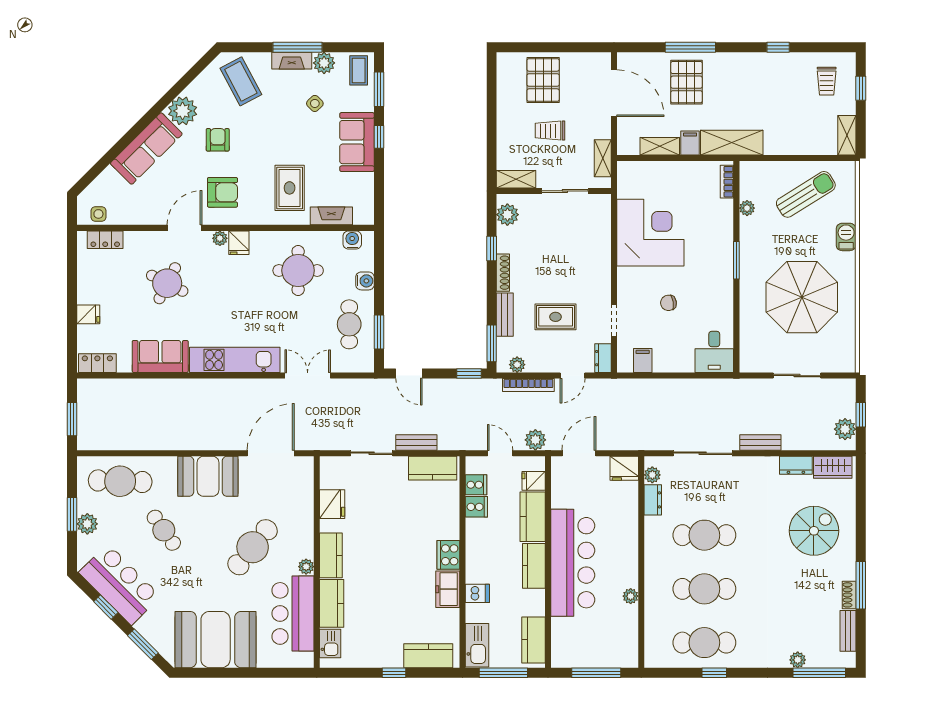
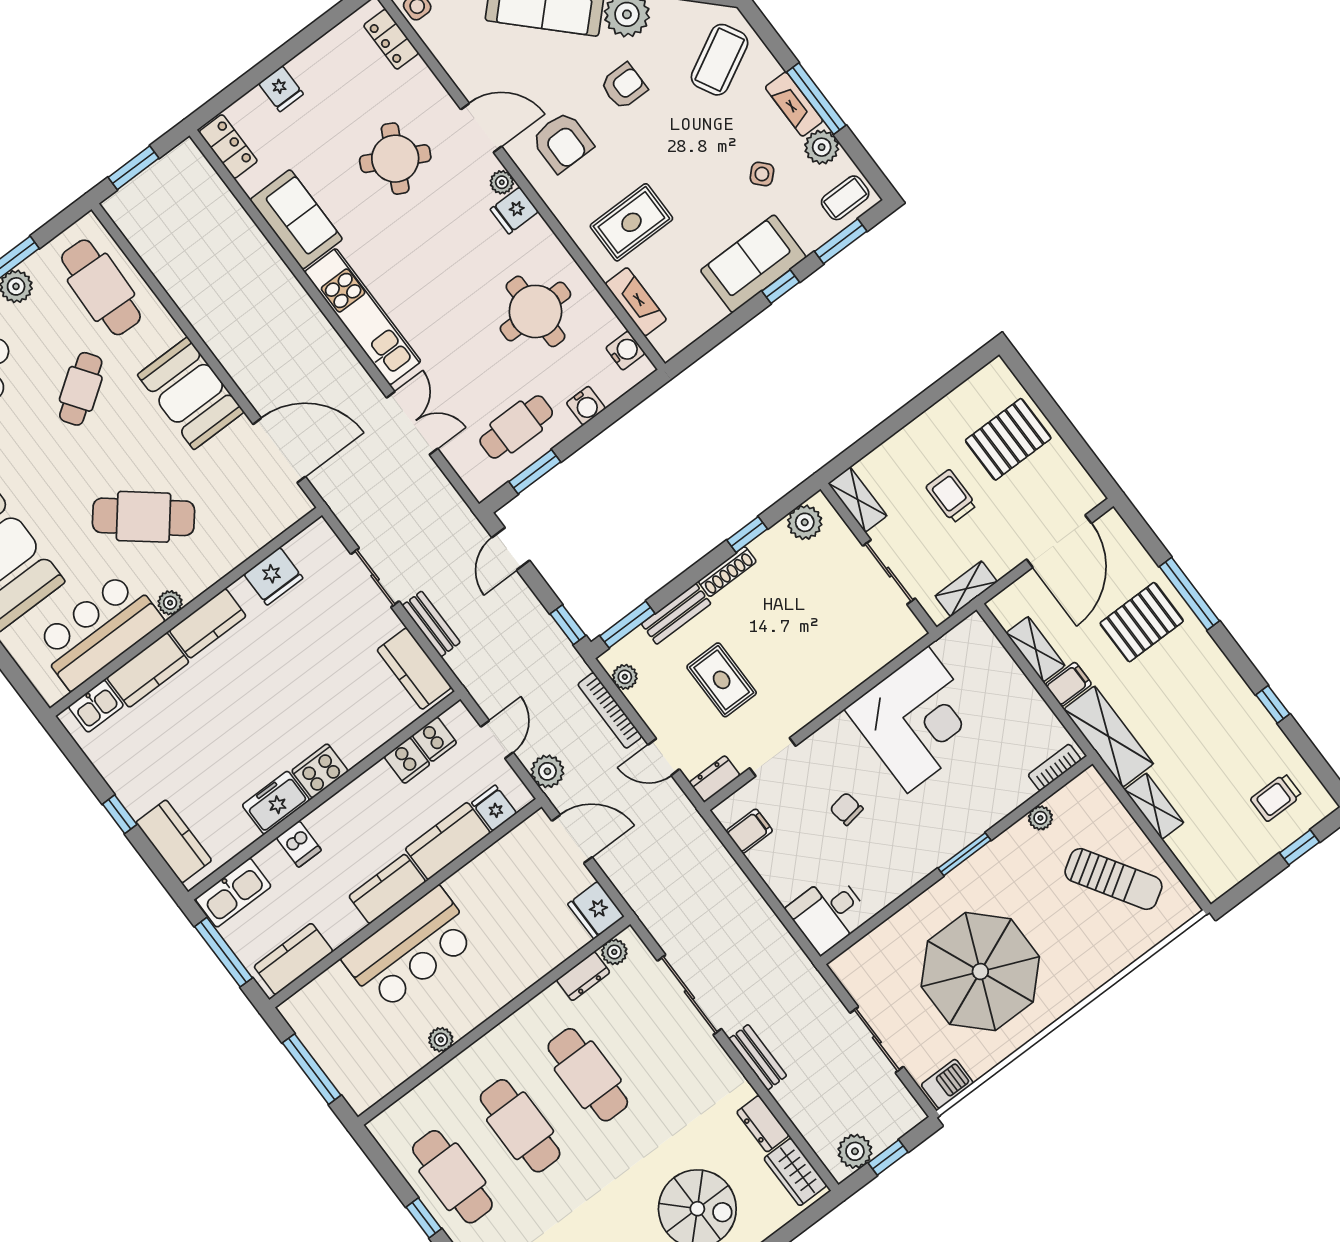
shelving: (847, 135) -> (1154, 806), moved, turned 90
barbecue: (846, 237) -> (947, 1084), moved
bar counter: (573, 563) -> (410, 949), width x0.73

